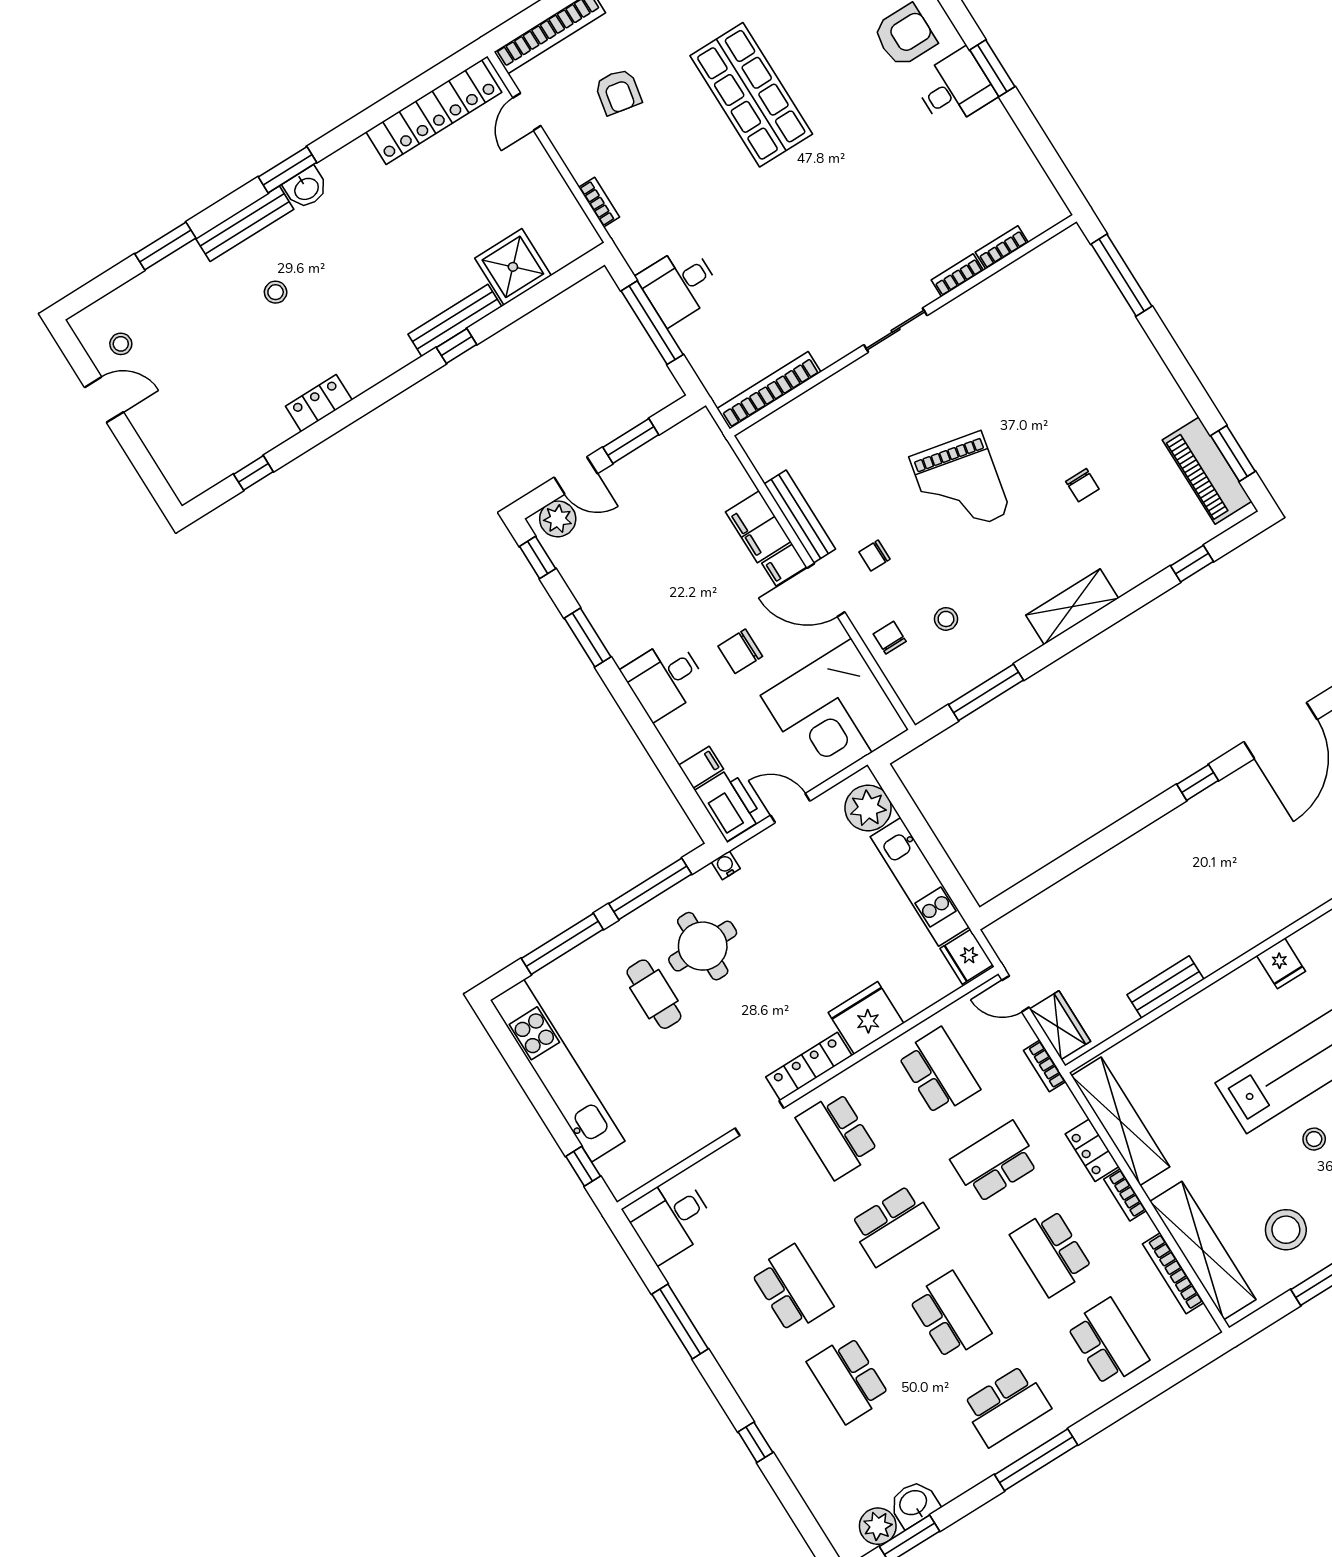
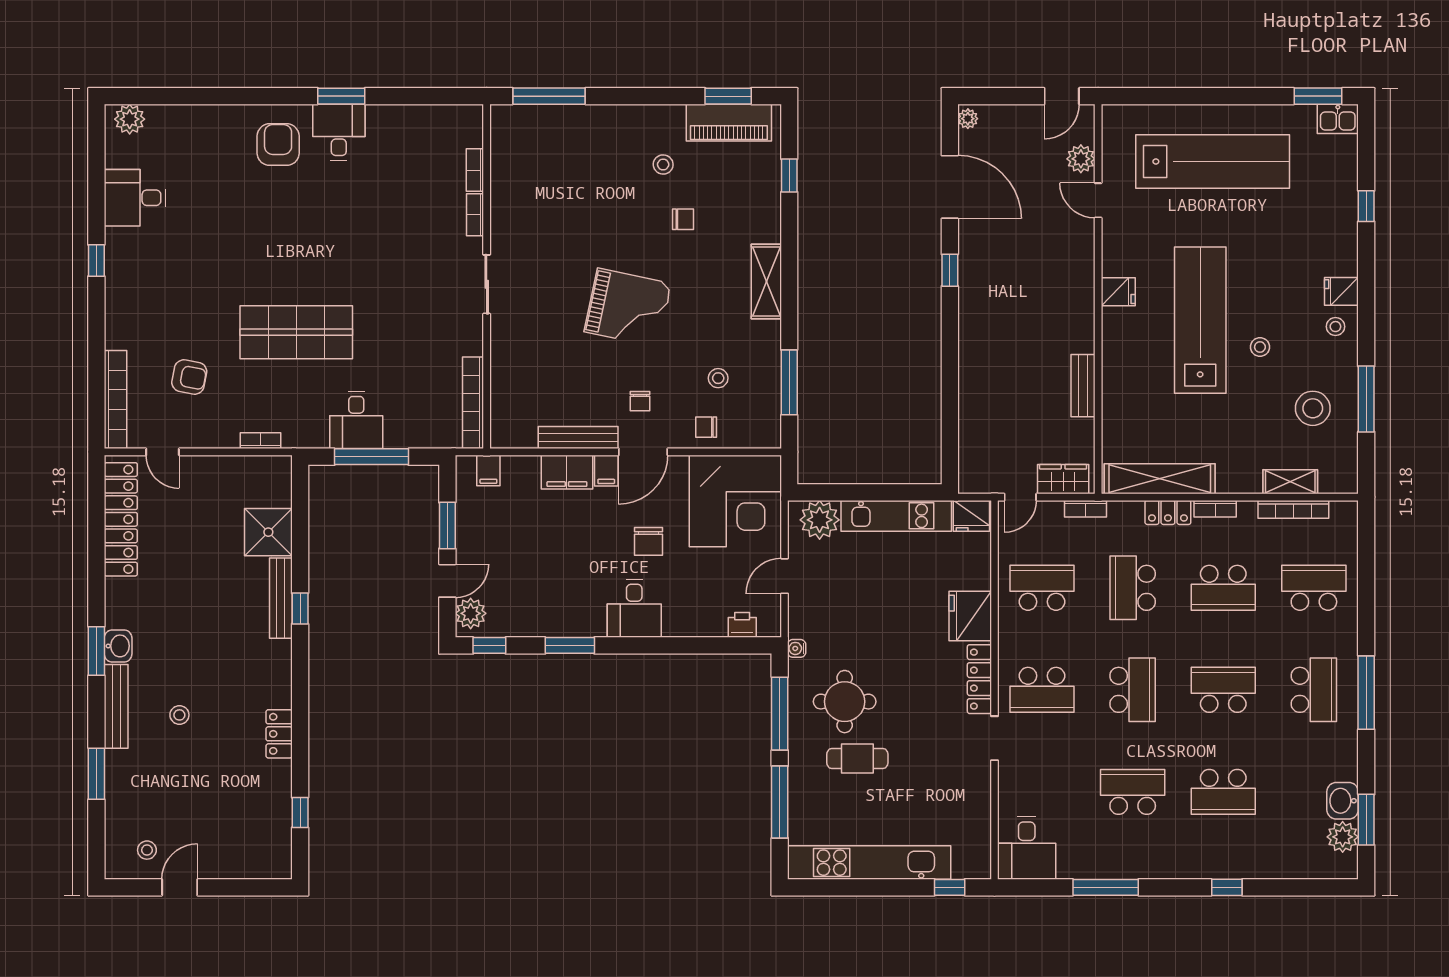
shop shelf: (751, 95) -> (296, 332), moved
stool: (1124, 431) -> (663, 164), added
filing cabinet: (701, 767) -> (488, 470), moved, turned 180
printer: (729, 805) -> (742, 625), width x0.53, depth x0.68
shelving: (1203, 1250) -> (1290, 482), width x0.45, depth x0.75

